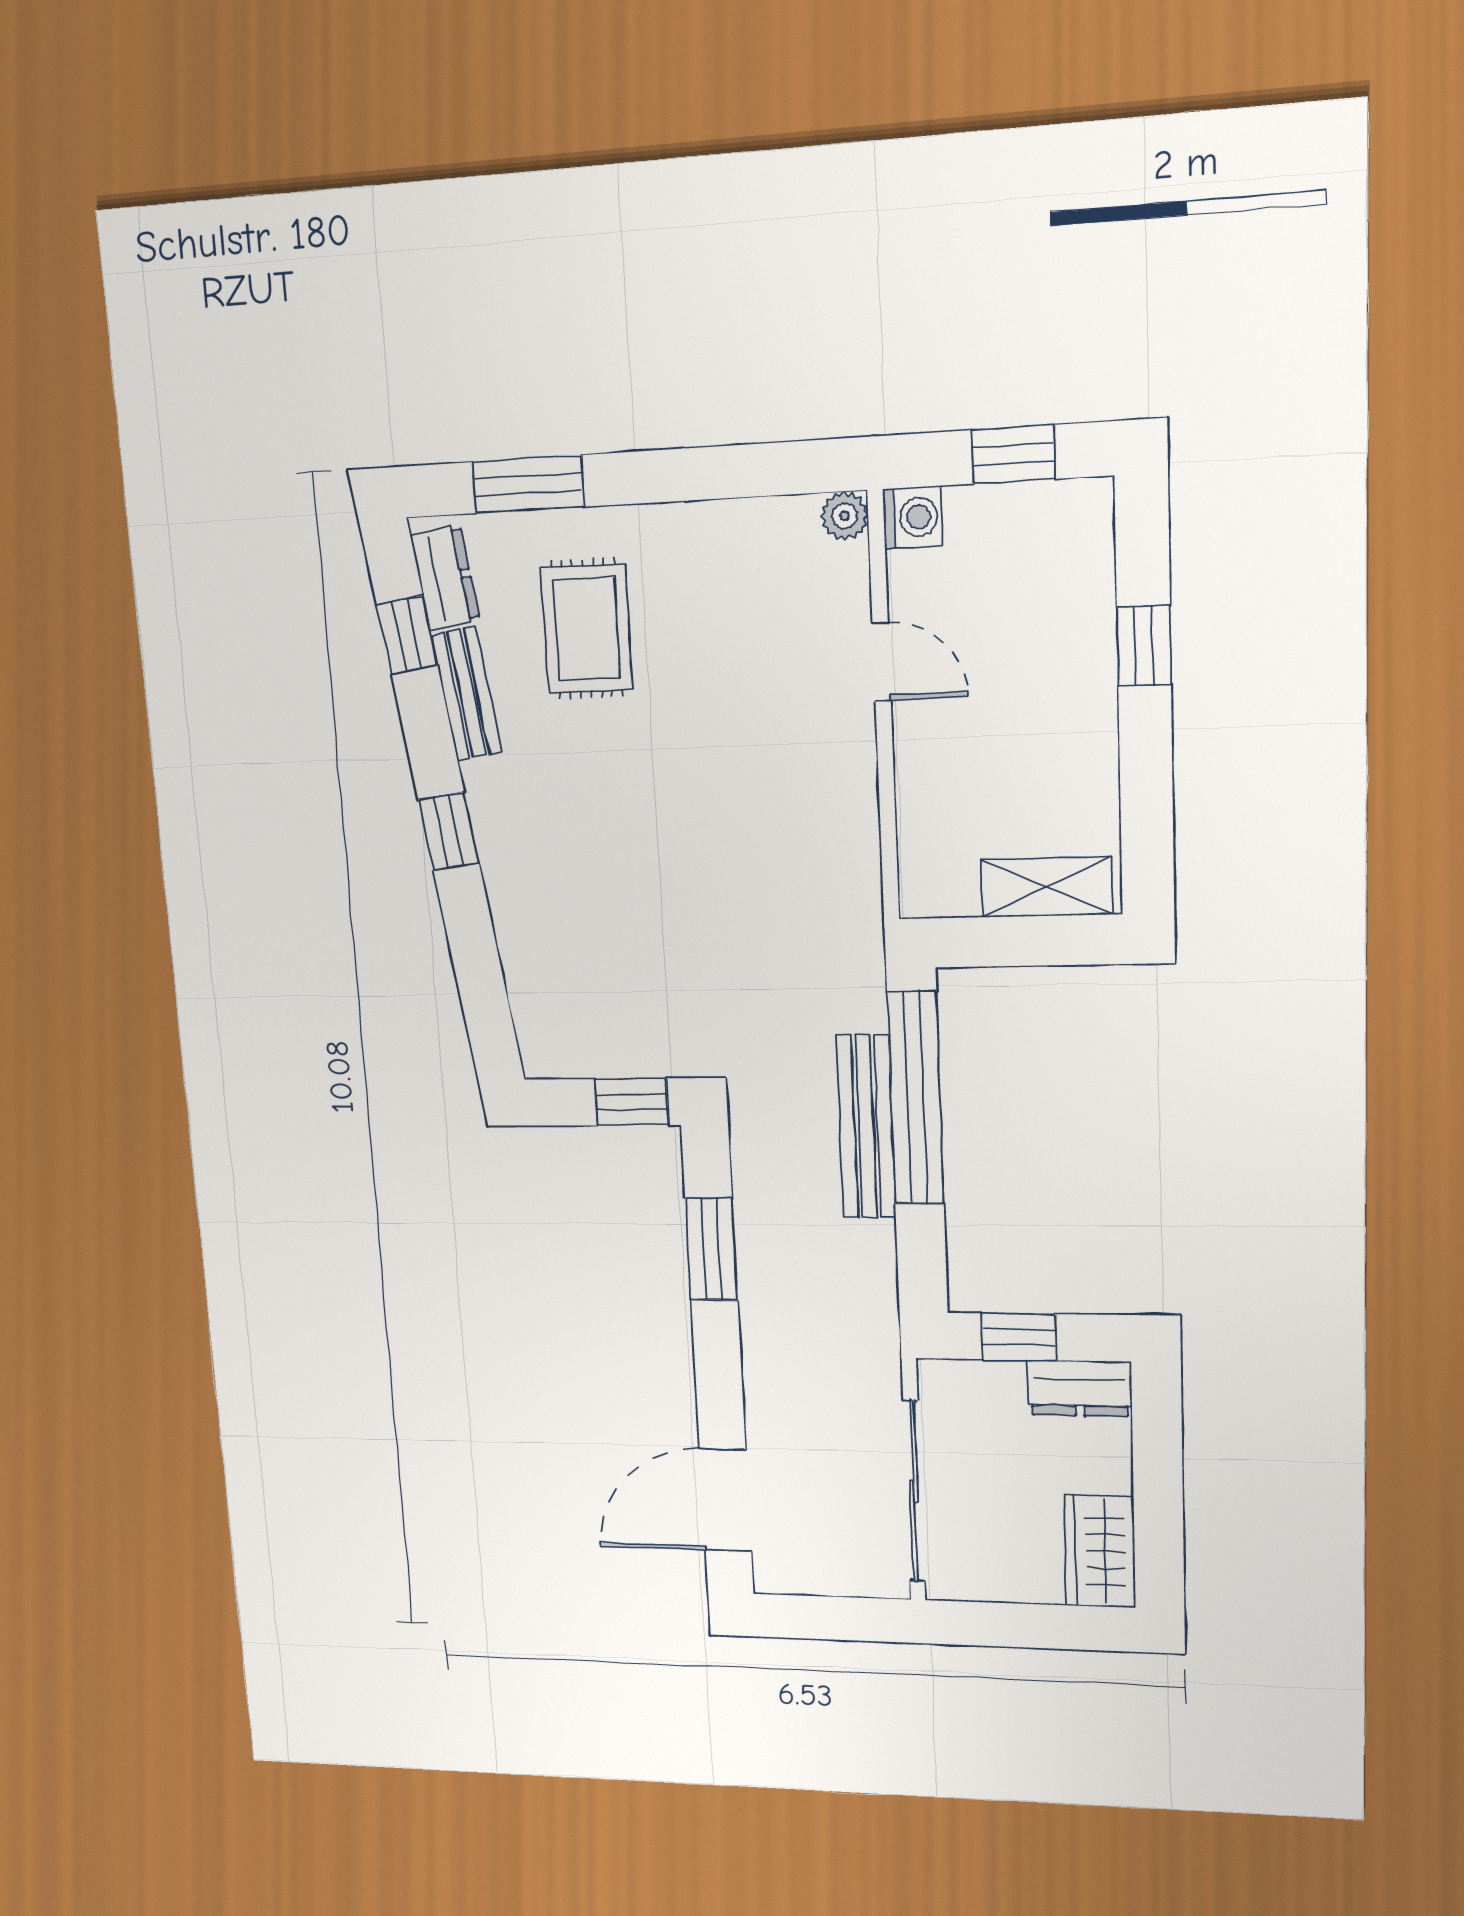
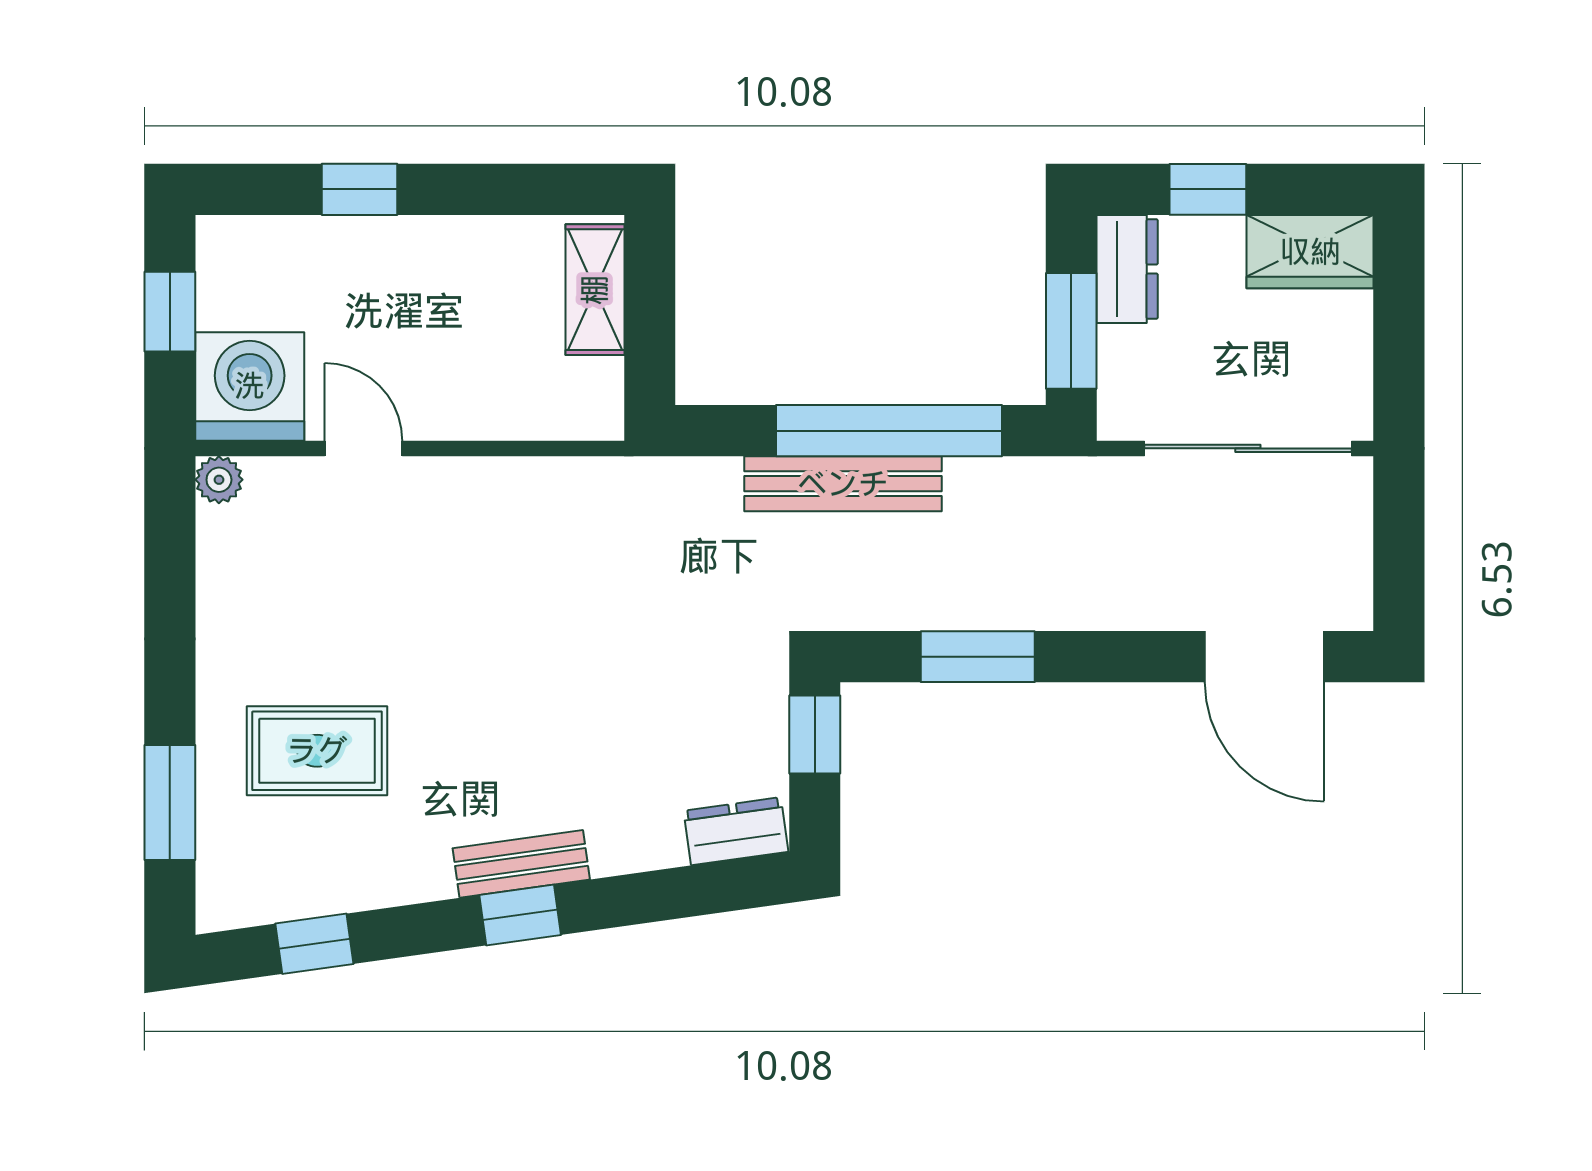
washing machine: (913, 517) -> (250, 386), width x1.89, depth x1.89
dresser: (445, 578) -> (736, 831), moved
door: (882, 662) -> (363, 448), hinge flipped
bench: (467, 694) -> (521, 864), moved
window: (916, 1098) -> (889, 431), moved
window: (1019, 1337) -> (1071, 331), width x1.50
window: (1158, 1462) -> (1208, 189), added

